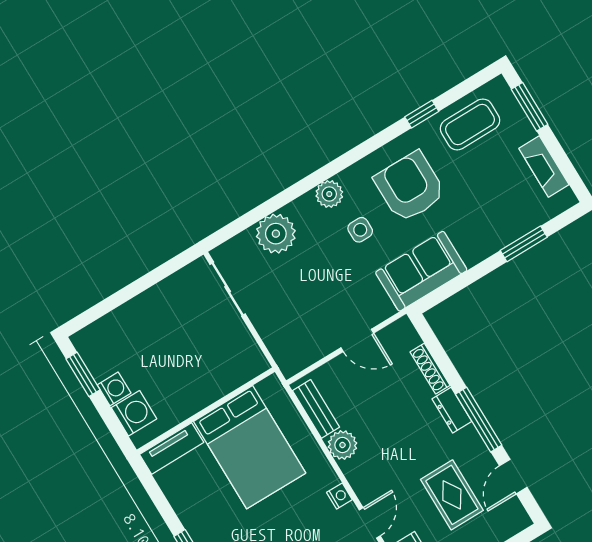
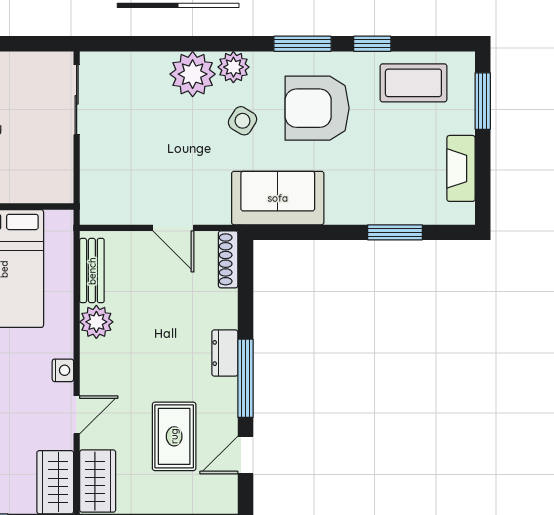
window: (370, 146) -> (302, 44), added
armchair: (410, 187) -> (317, 108), turned -90
side table: (360, 230) -> (242, 121), turned 31
plant: (276, 234) -> (193, 74), moved
shoe rack: (430, 369) -> (228, 259), moved

